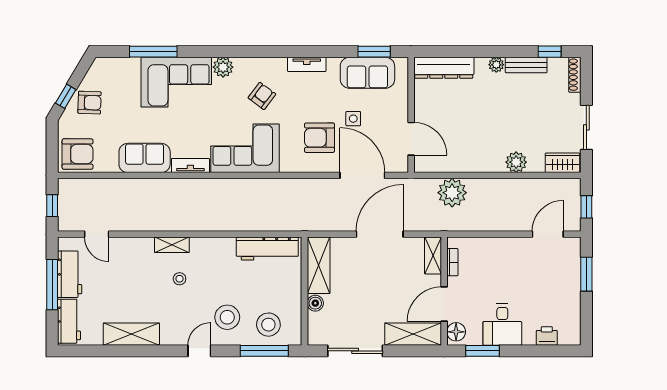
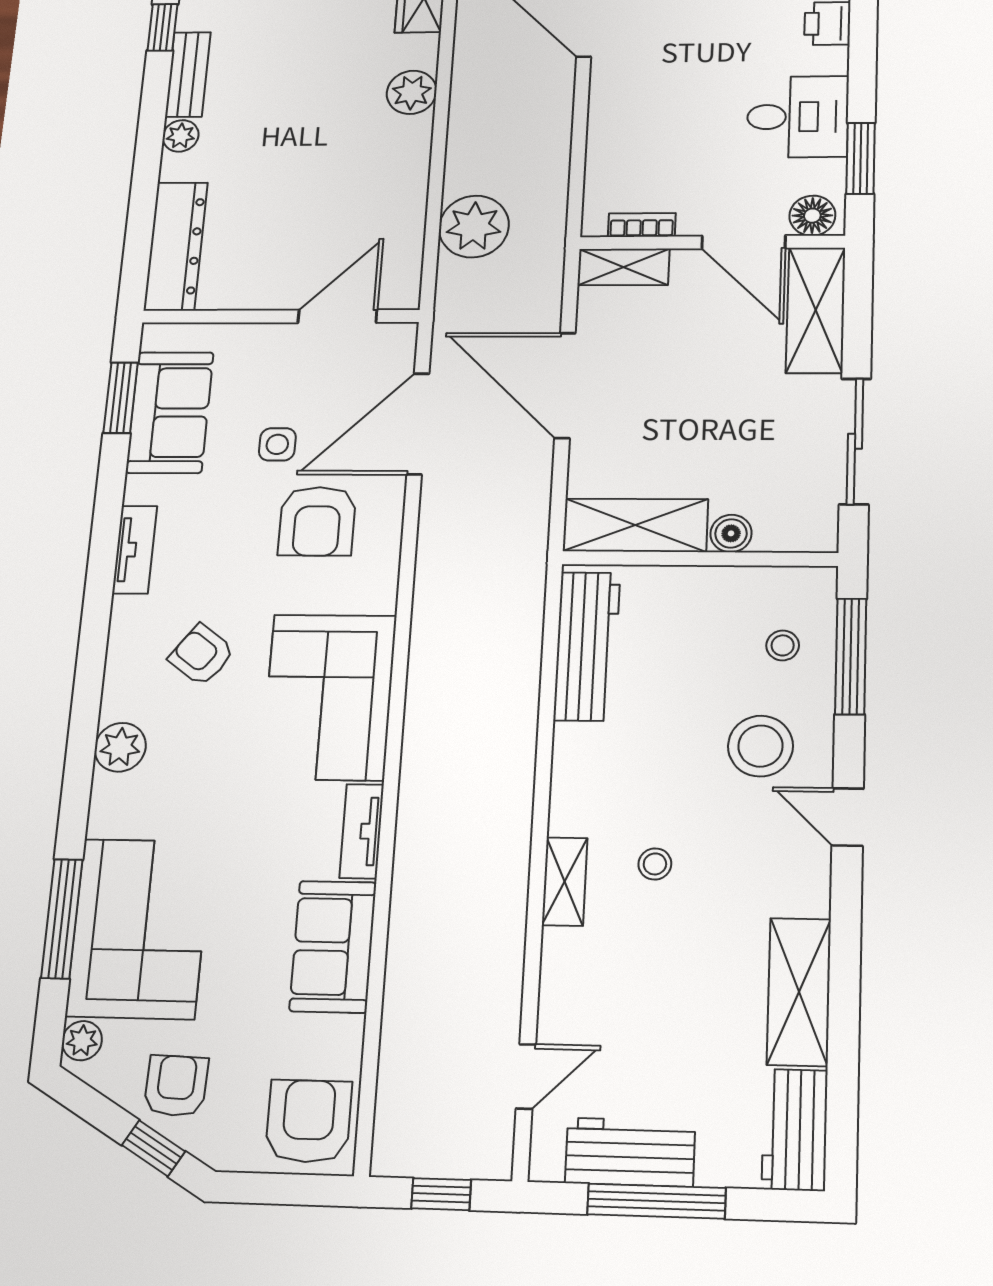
plant: (106, 65) -> (82, 1041), added
corner sofa: (176, 82) -> (139, 928), moved
workbench: (69, 321) -> (795, 1129), moved, turned -90
stool: (268, 325) -> (783, 645), width x0.53, depth x0.53

